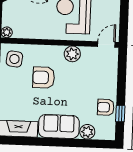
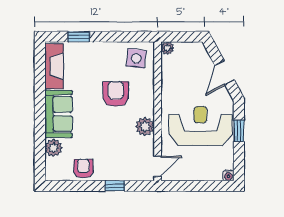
door: (106, 44) -> (158, 166), hinge flipped
window: (120, 114) -> (115, 186), moved

